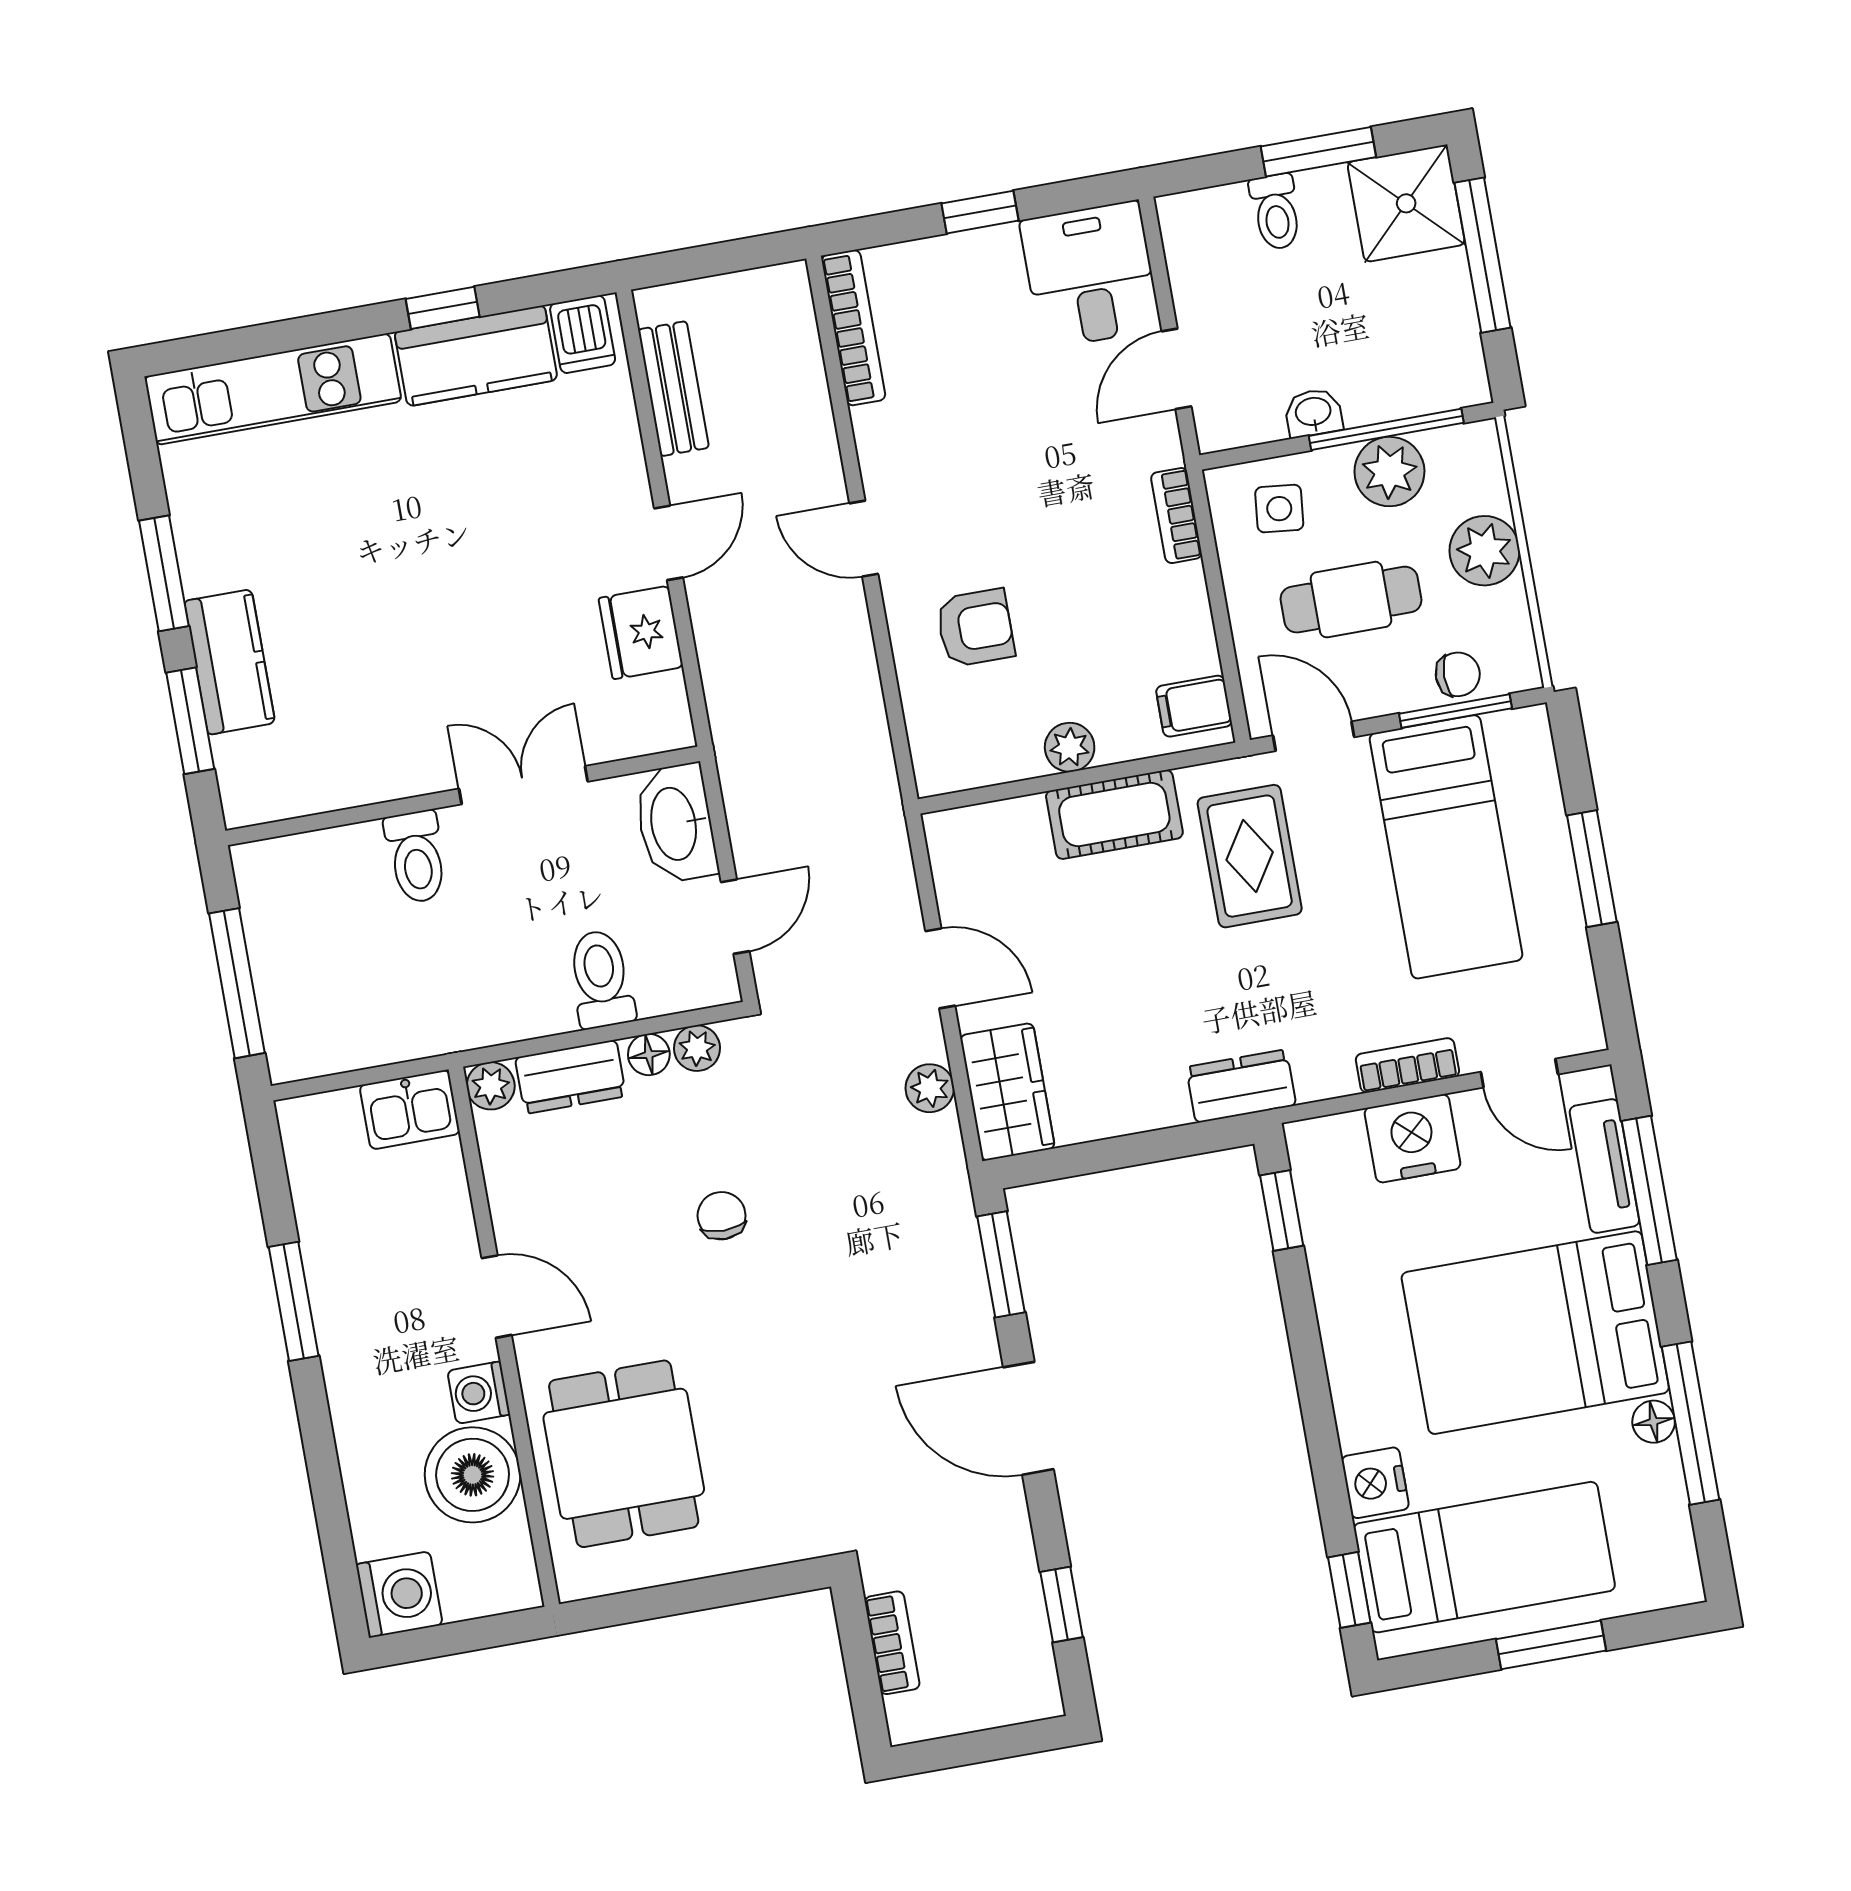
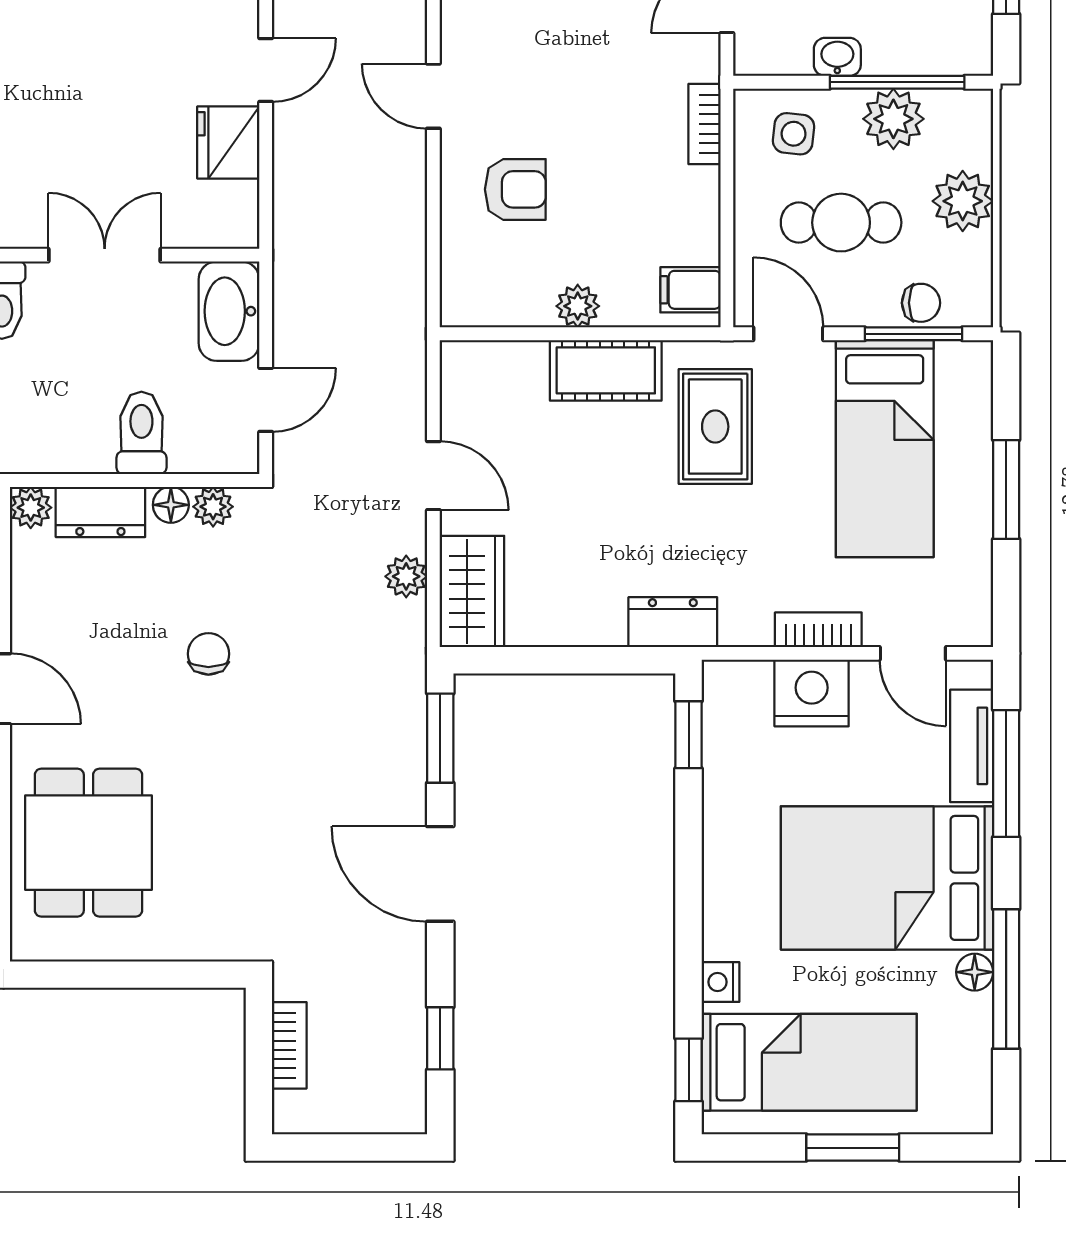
nightstand: (1375, 1483) -> (720, 982), width x0.72, depth x0.74

